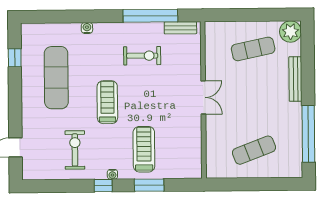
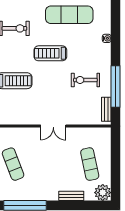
exercise bike: (142, 56) -> (85, 80), turned 90
bench: (295, 79) -> (71, 196), width x0.73
treadmill: (107, 102) -> (50, 53), turned 180

